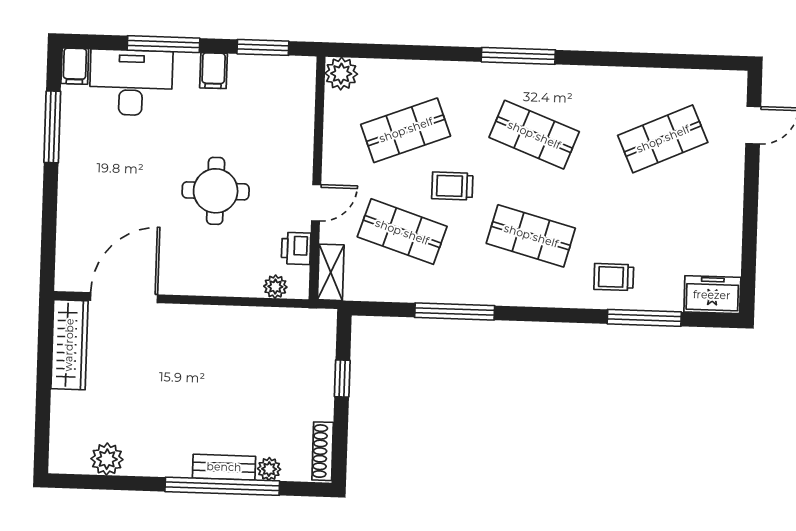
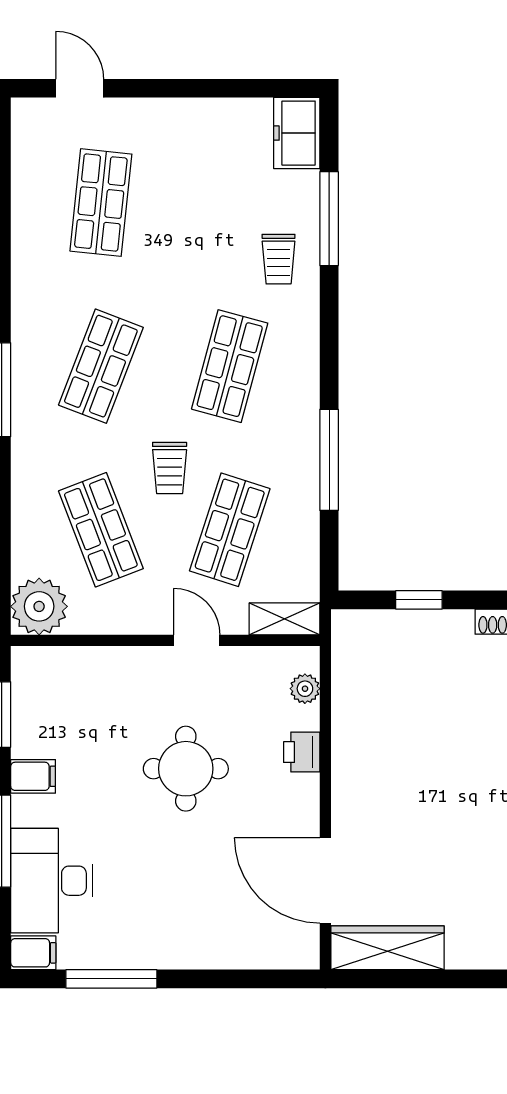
plant: (341, 74) -> (39, 606), width x1.36, depth x1.36
shop shelf: (663, 139) -> (101, 203), turned 30
printer: (296, 248) -> (302, 752), moved, turned 90

